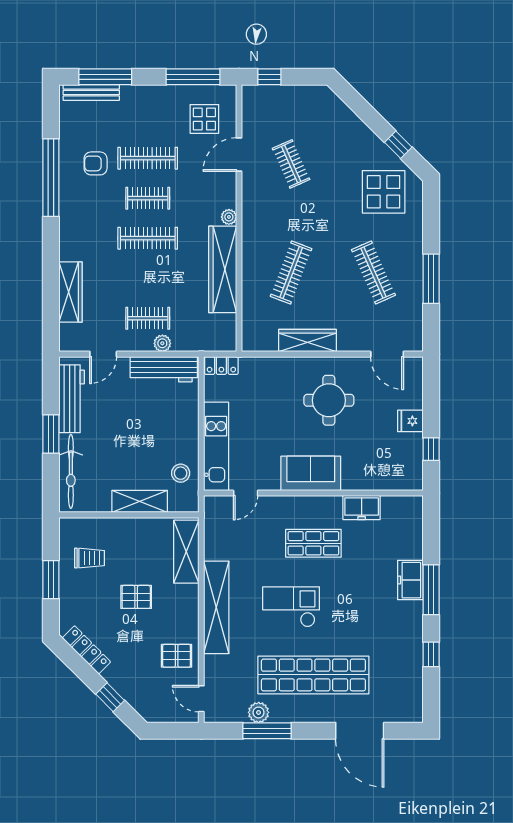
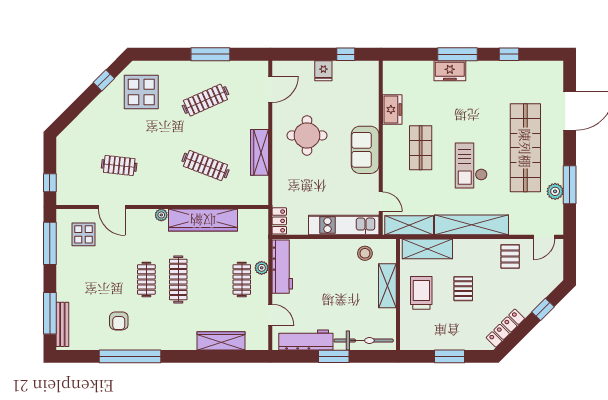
clothes rail: (148, 158) -> (115, 279), removed
clothes rail: (291, 164) -> (119, 166), turned 30
shelving: (216, 529) -> (409, 225), added
trolley: (90, 558) -> (421, 293), moved, width x1.36, depth x1.39

